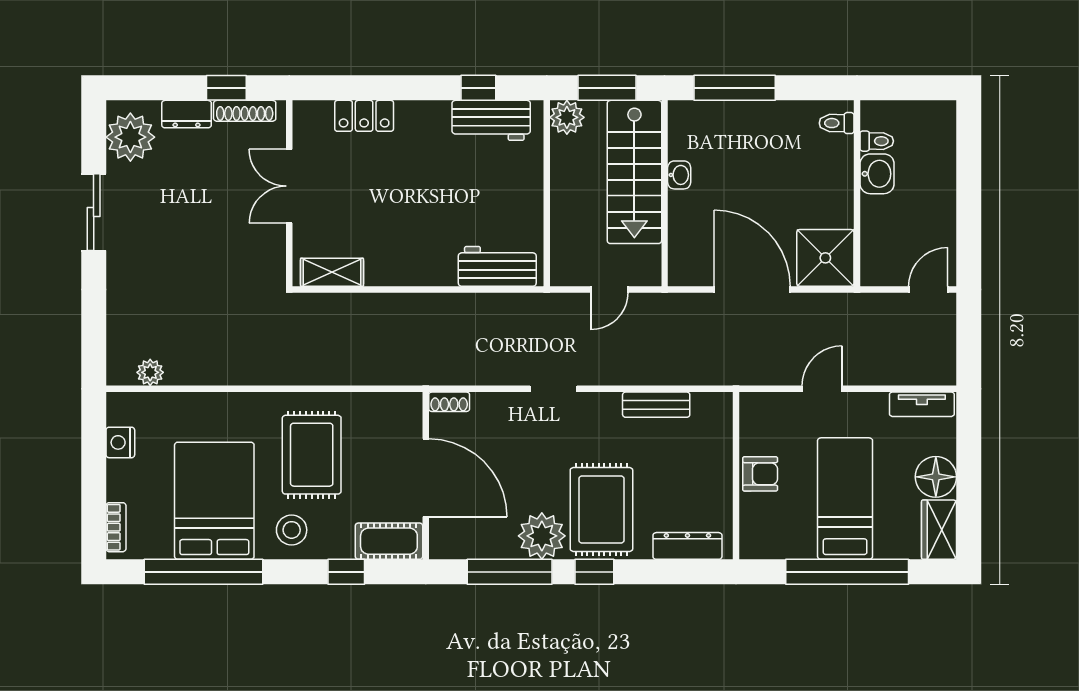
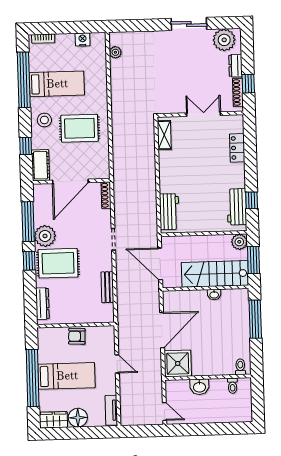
washbasin: (877, 174) -> (199, 387), moved
door: (609, 289) -> (160, 264), width x1.88
shoe rack: (449, 402) -> (106, 195), width x1.43
armchair: (760, 474) -> (77, 336), turned 92
bed: (214, 501) -> (57, 84), width x0.67

